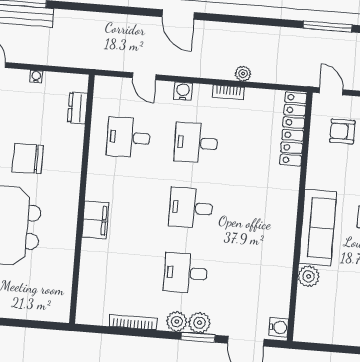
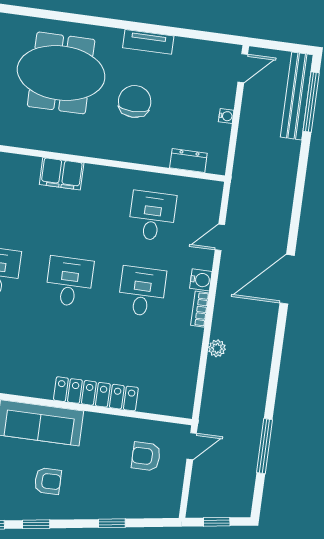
door: (178, 15) -> (287, 279), width x1.36
bookcase: (228, 92) -> (200, 309), moved
locker: (293, 129) -> (96, 394), moved
armchair: (342, 131) -> (146, 456), turned -90

